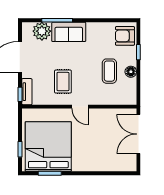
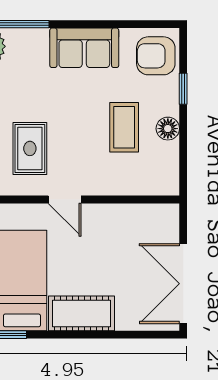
sofa: (69, 32) -> (84, 48), moved
double door: (138, 134) -> (183, 284), moved
cot: (88, 163) -> (82, 313), added

